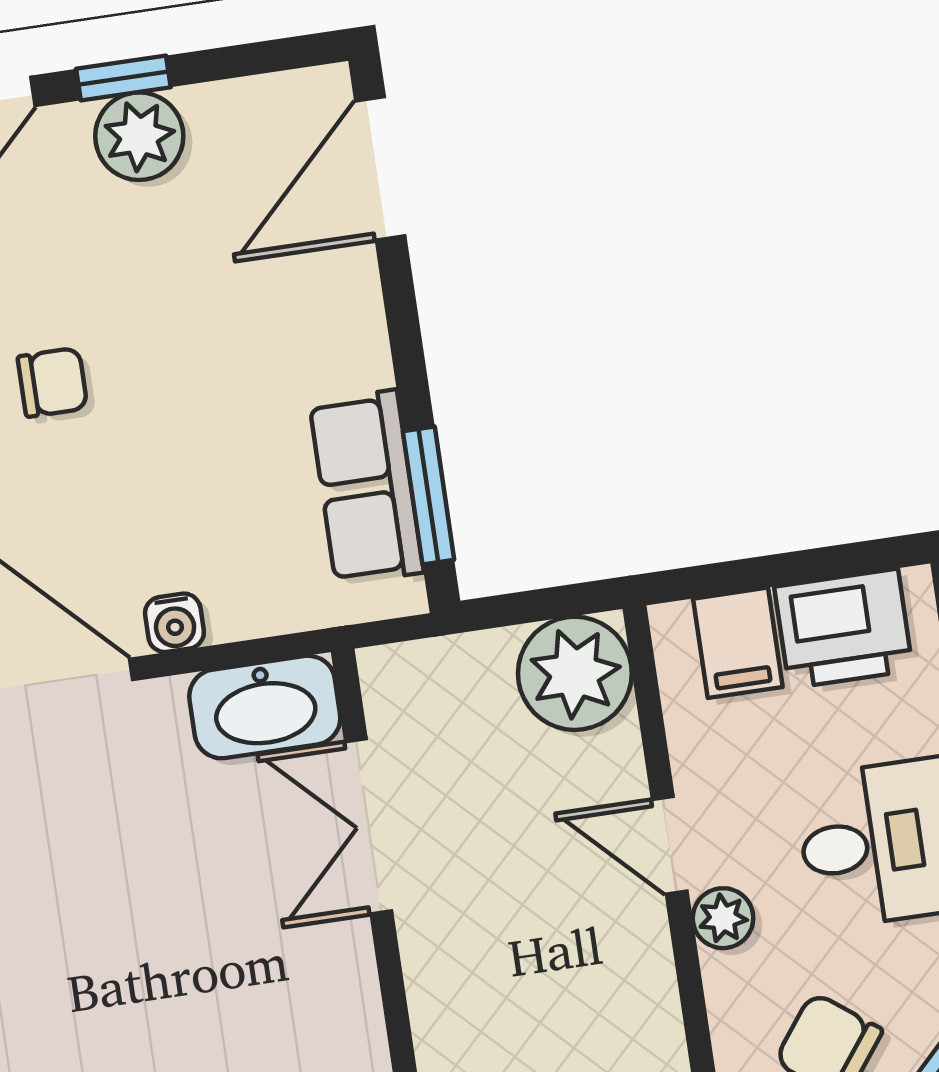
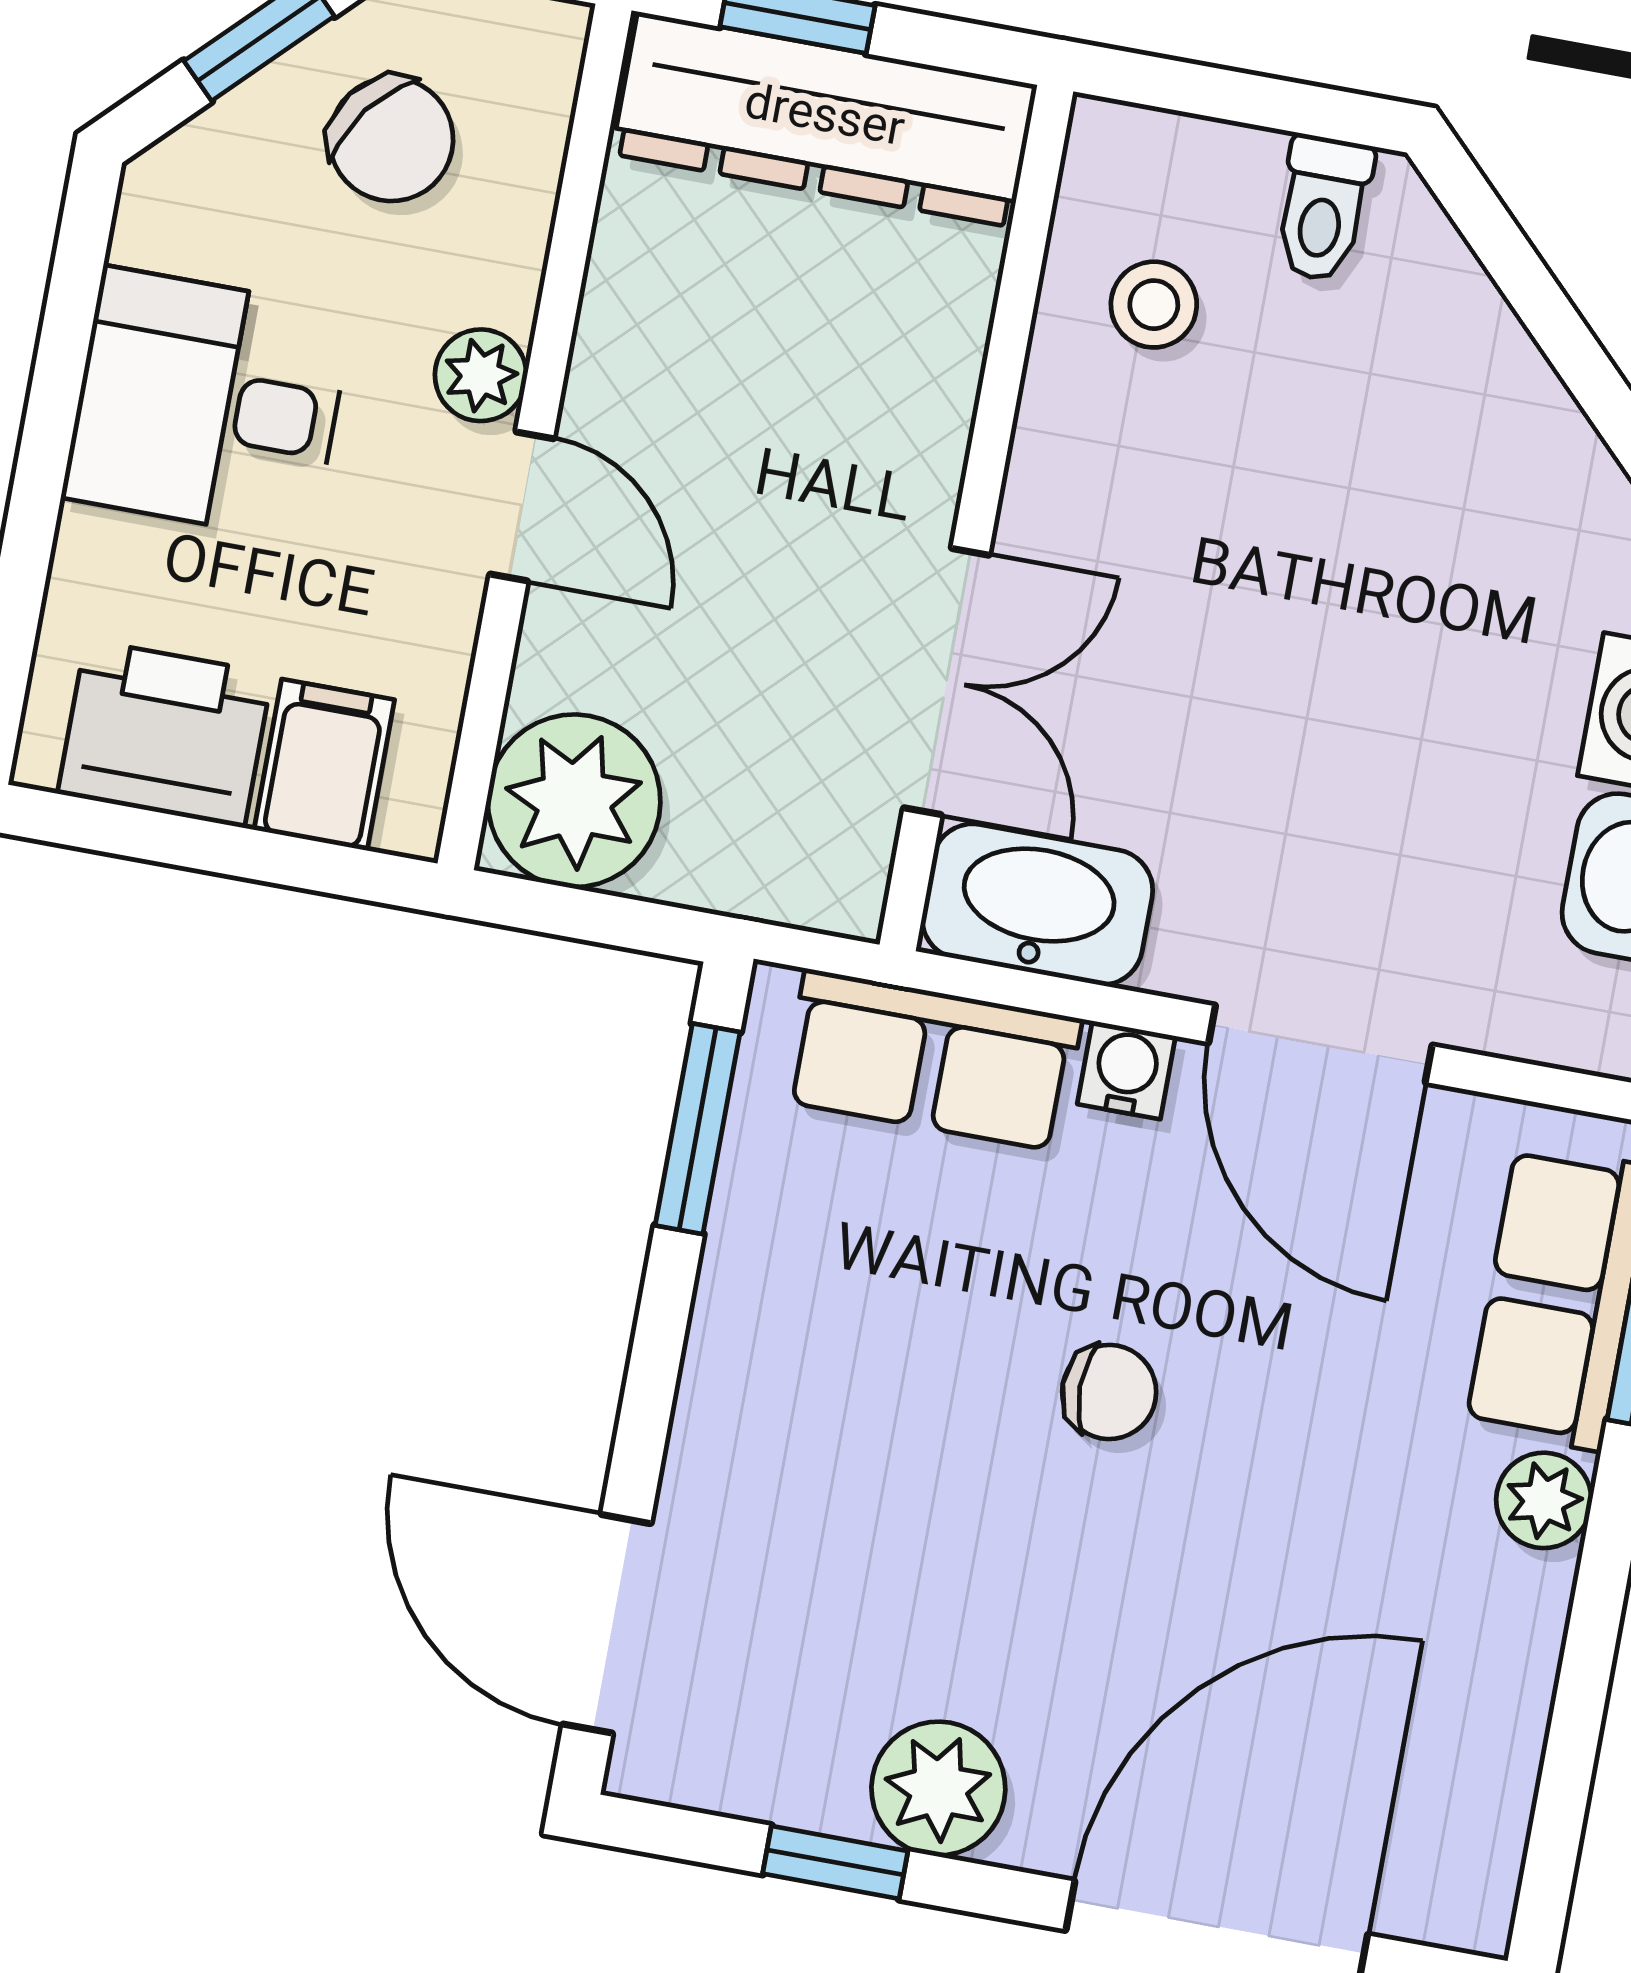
window: (123, 78) -> (835, 1862), moved
door: (380, 168) -> (607, 1624), swing flipped
chair: (52, 382) -> (1109, 1392), moved, turned 180
row of seats: (366, 487) -> (932, 1060), moved, turned 90

